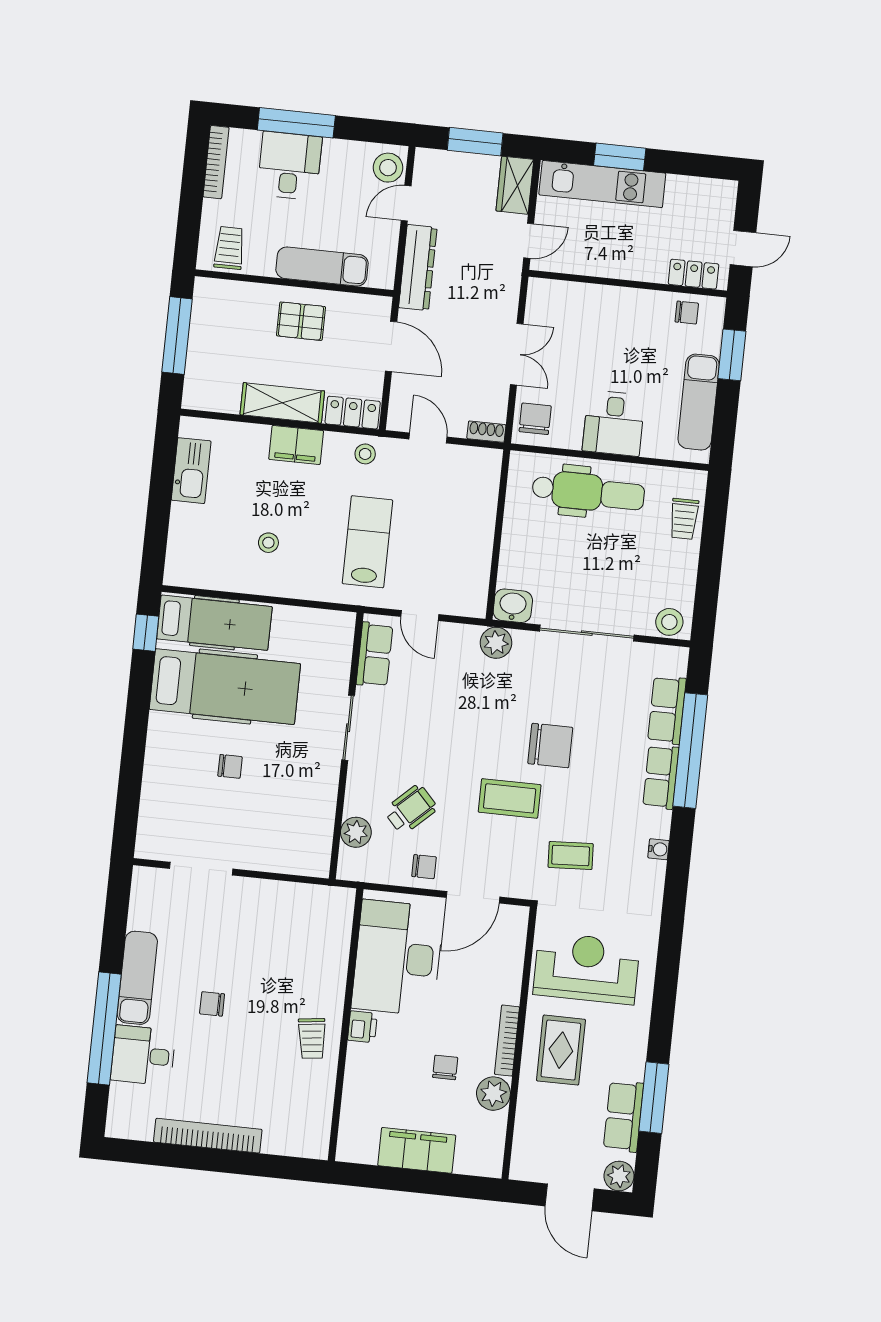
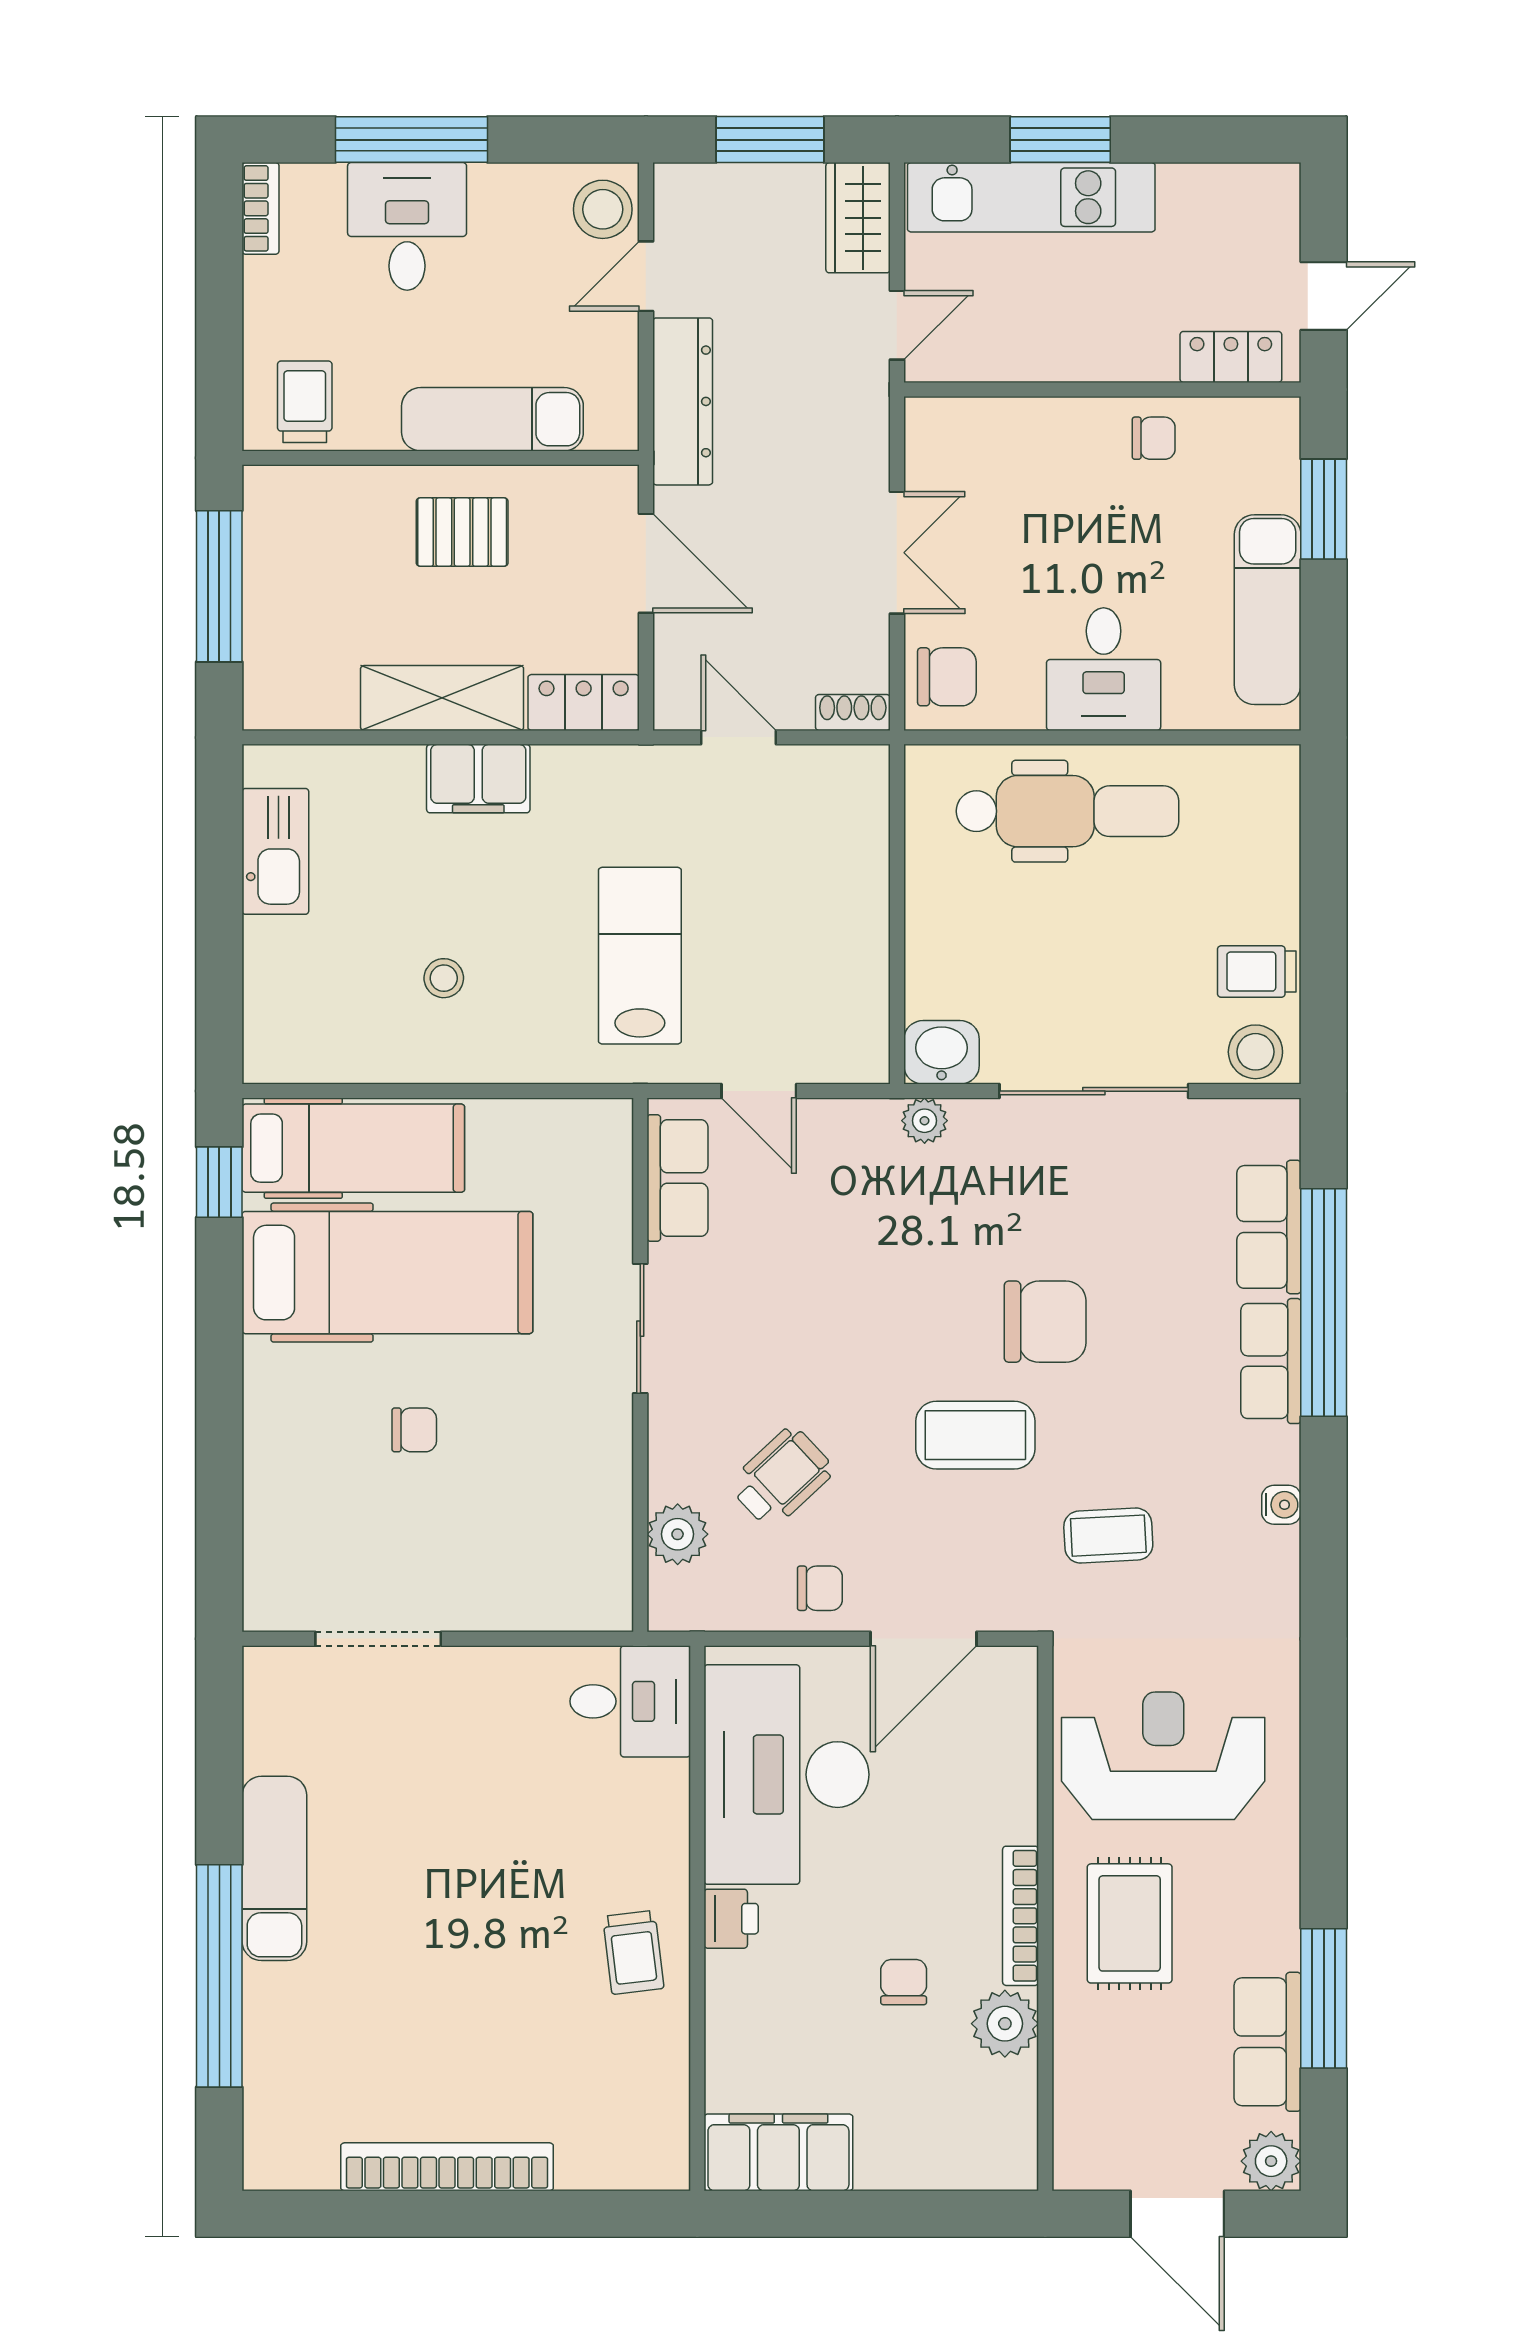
bookcase: (216, 162) -> (260, 208), width x0.64
chair: (687, 313) -> (1154, 438), moved
chair: (535, 419) -> (947, 677), turned 90
stool: (365, 454) -> (617, 782), removed
trolley: (684, 519) -> (1257, 972), moved, turned 90
plant: (496, 643) -> (925, 1121), width x0.73, depth x0.73
chair: (212, 1004) -> (428, 1905), removed
desk: (143, 1055) -> (630, 1701), moved, turned 180
filing cabinet: (417, 1150) -> (778, 2152), moved

